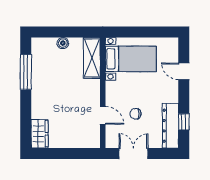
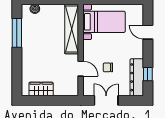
boiler: (63, 43) -> (35, 9), moved
shelving: (92, 58) -> (72, 29), width x1.47
wardrobe: (40, 134) -> (41, 89), moved, turned -90

